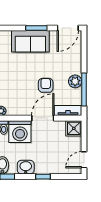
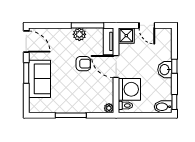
armchair: (46, 85) -> (83, 64), turned 180
door: (84, 160) -> (147, 25), moved
washbasin: (26, 167) -> (165, 70), moved

